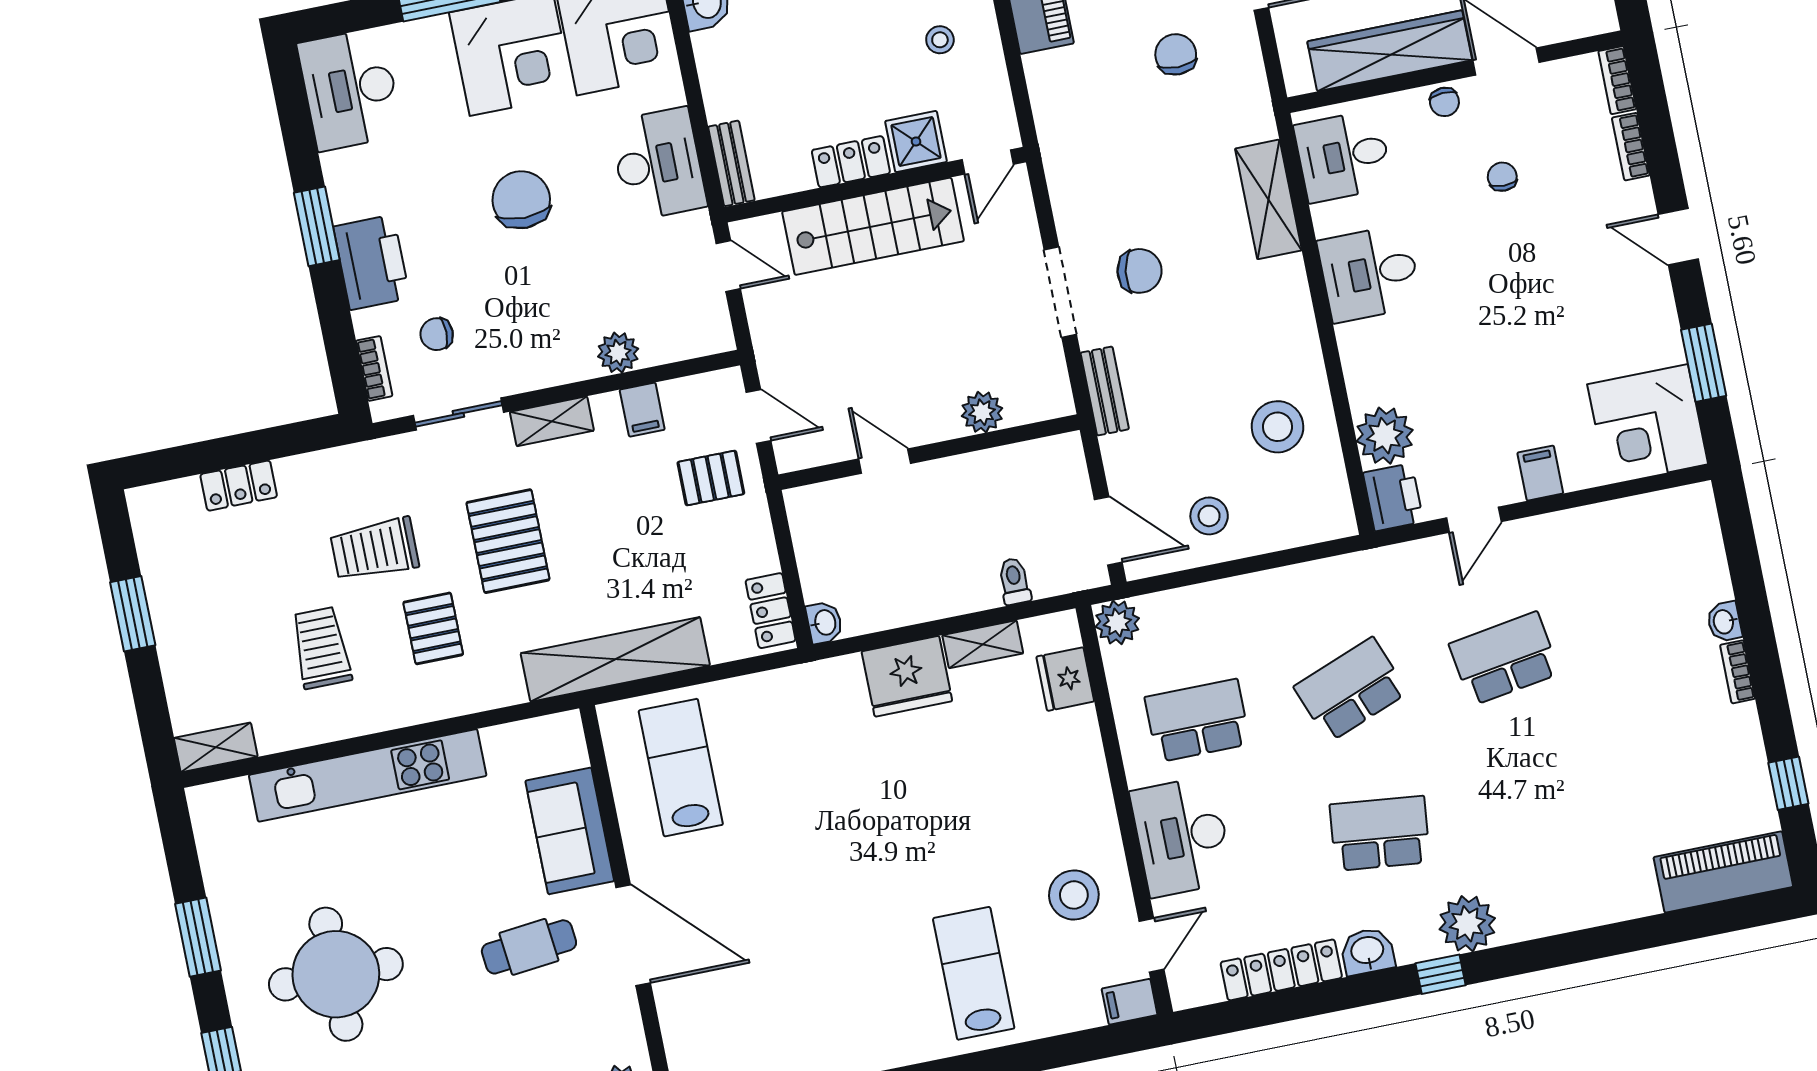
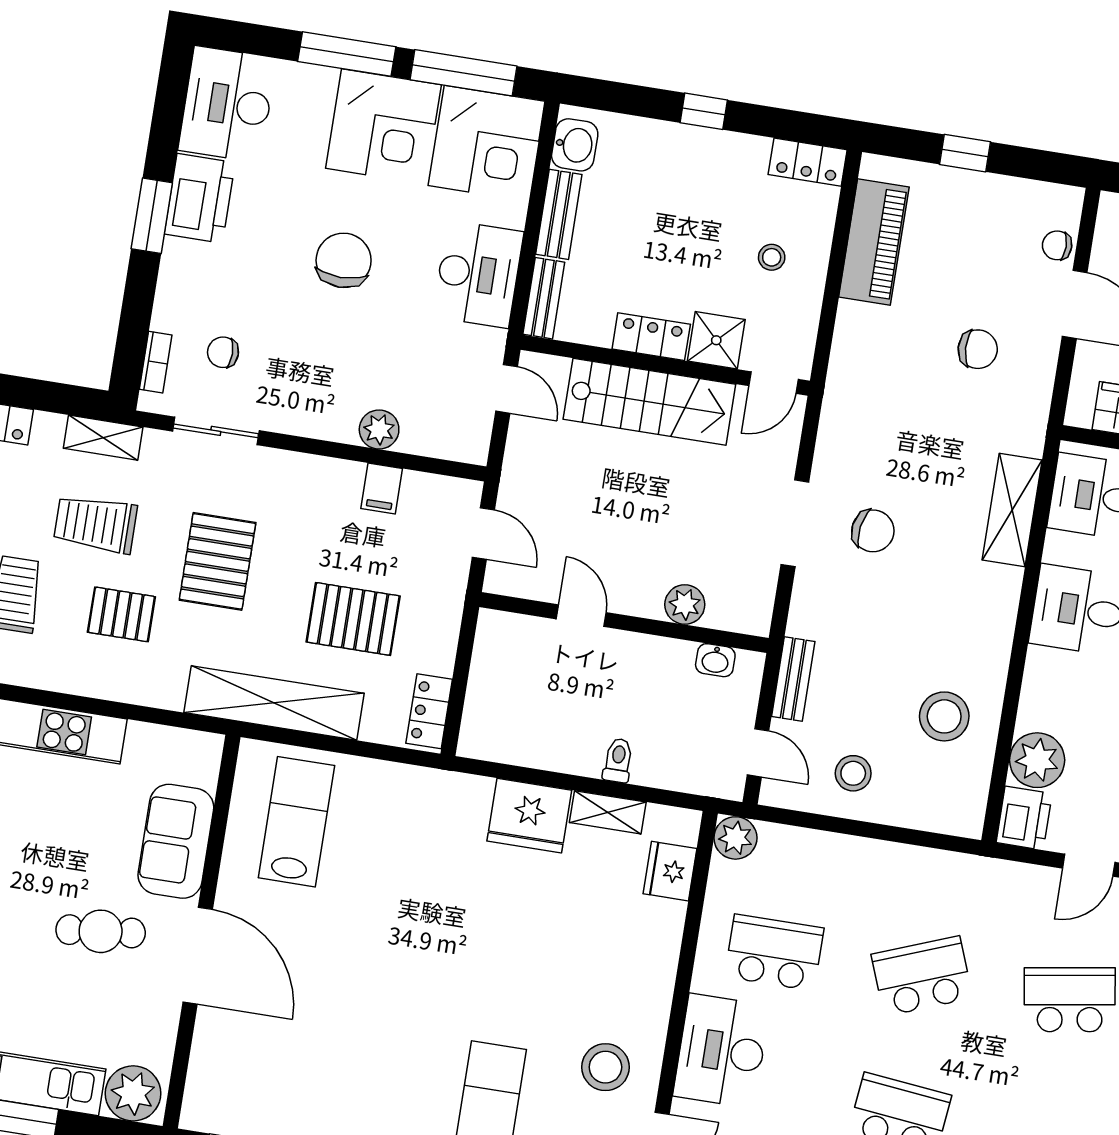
chair: (1176, 54) -> (978, 349), turned 87
bench: (715, 76) -> (559, 214), added
printer: (372, 262) -> (200, 198), moved
bench: (1105, 391) -> (793, 679), moved
shelving: (552, 421) -> (103, 438), moved
pallet: (711, 478) -> (353, 619), moved, width x1.50, depth x1.42
door: (1108, 531) -> (758, 753), width x0.73
toilet: (1014, 581) -> (618, 760), moved
washbasin: (824, 623) -> (715, 660), moved, turned 90
pallet: (433, 628) -> (121, 614), turned 90

